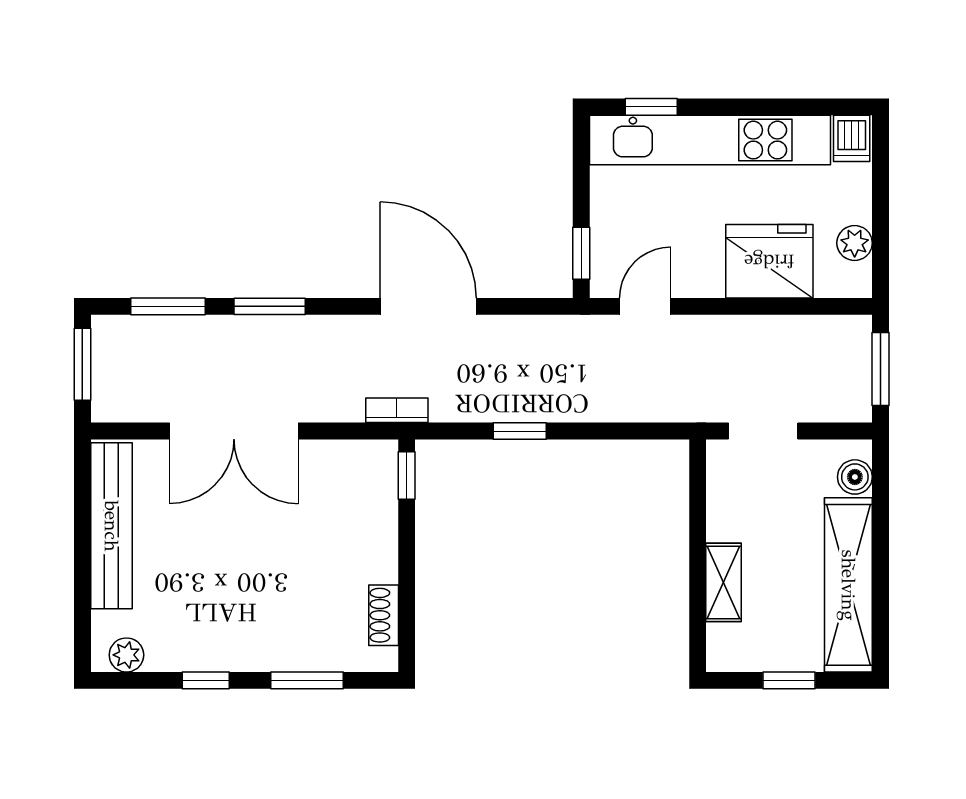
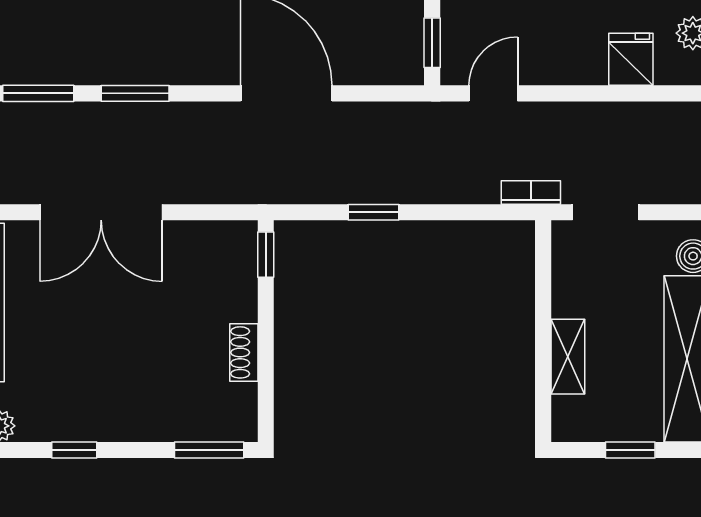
fridge: (769, 261) -> (631, 59), width x0.53, depth x0.75
bookcase: (397, 410) -> (531, 193), moved
shoe rack: (384, 615) -> (244, 352), moved
window: (307, 680) -> (209, 450), moved

